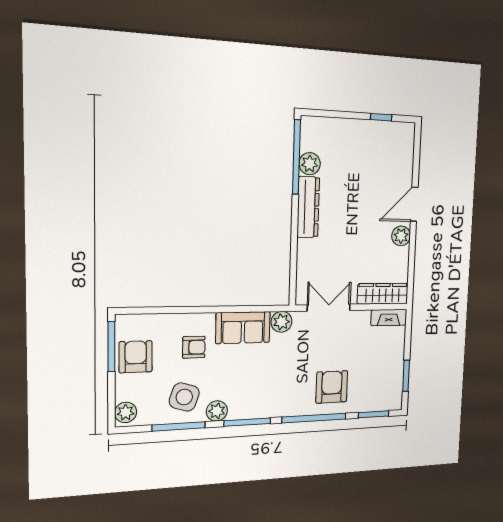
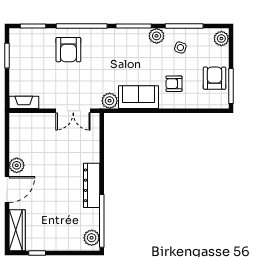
plant: (310, 164) -> (92, 238), moved
wardrobe: (383, 294) -> (17, 230), moved, turned -90
armchair: (136, 357) -> (215, 78), turned 180
side table: (184, 397) -> (180, 48), width x0.54, depth x0.54

